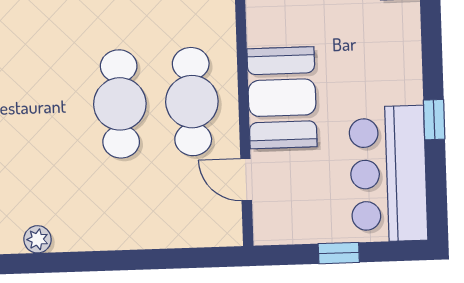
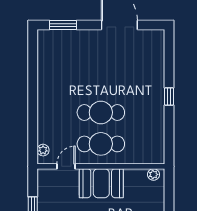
plant: (37, 239) -> (43, 150), moved

